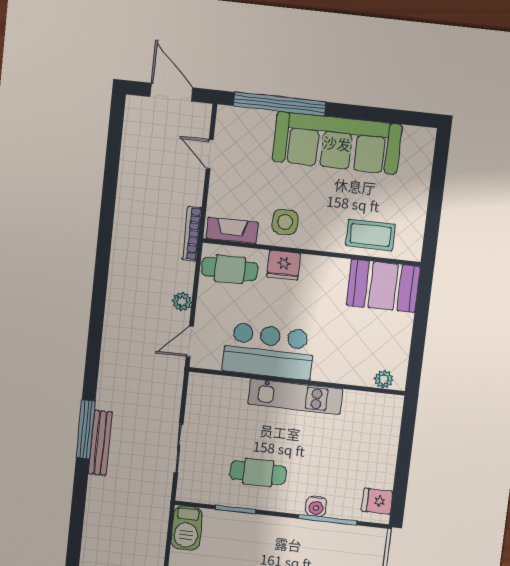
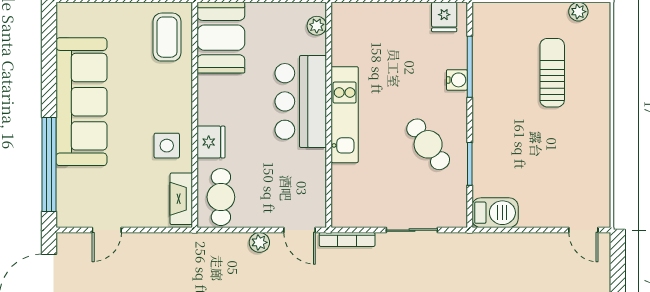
bookcase: (192, 234) -> (347, 239), moved
coffee table: (370, 235) -> (167, 37), moved
bar counter: (269, 351) -> (301, 101), moved
cafe table: (258, 472) -> (428, 144), turned -36

